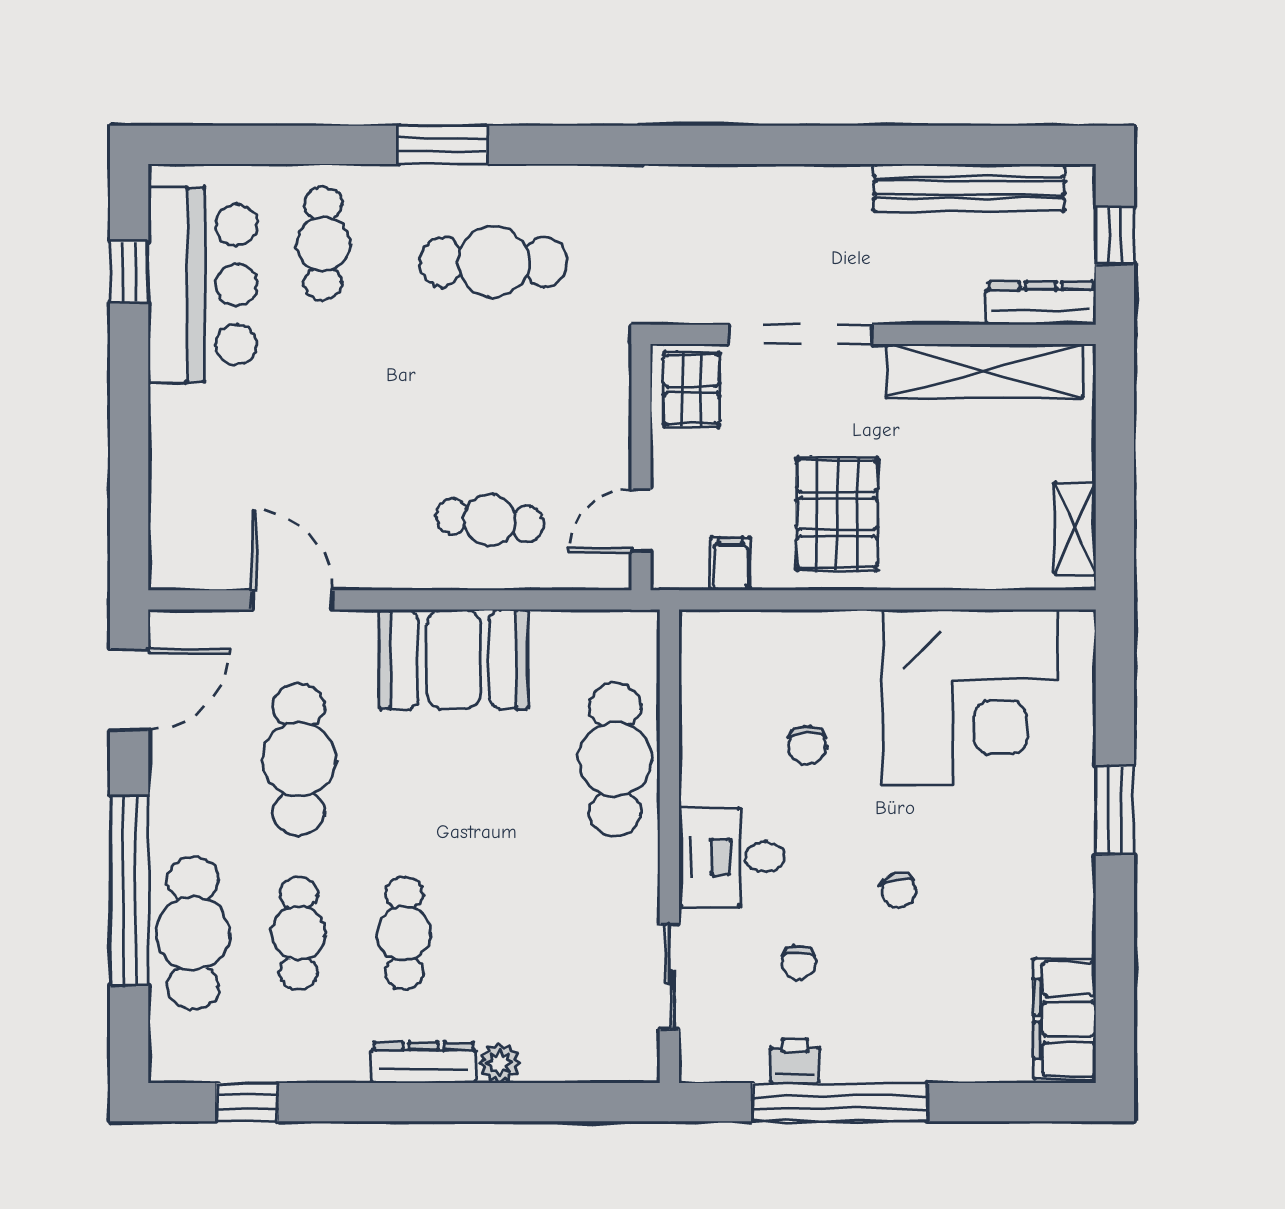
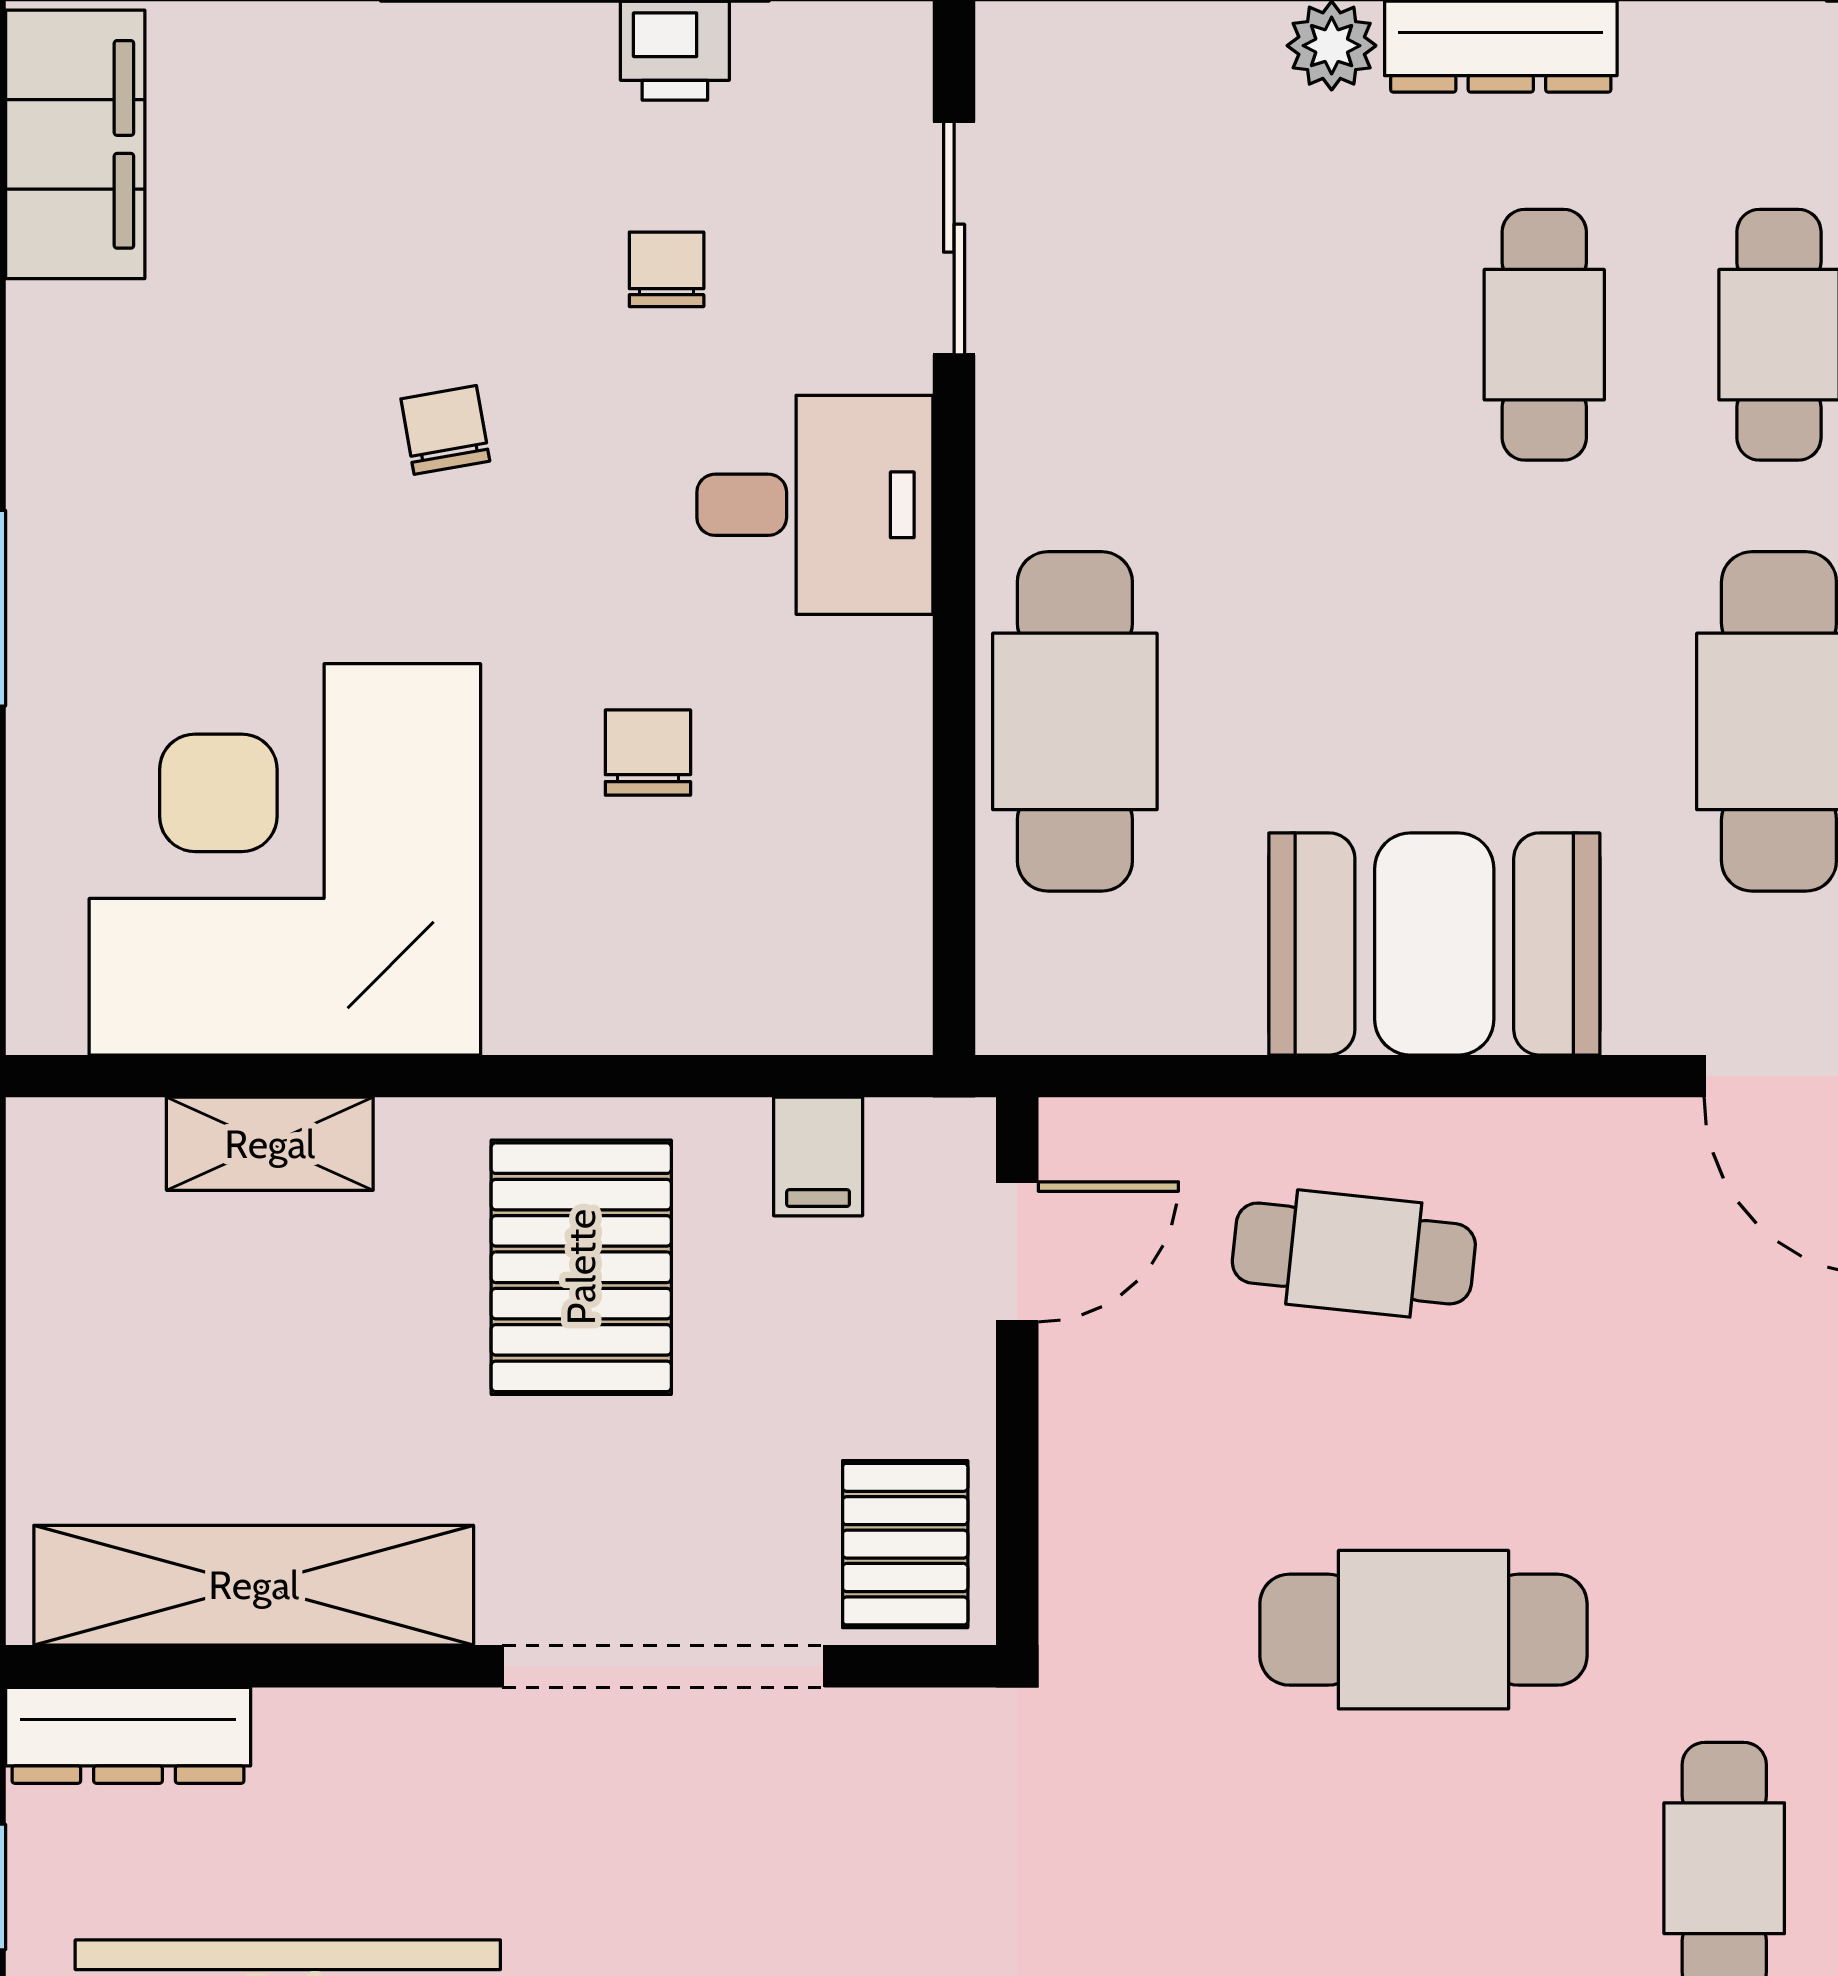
cafe table: (493, 262) -> (1423, 1630), moved
shelving: (1075, 528) -> (270, 1144), moved, turned 90

